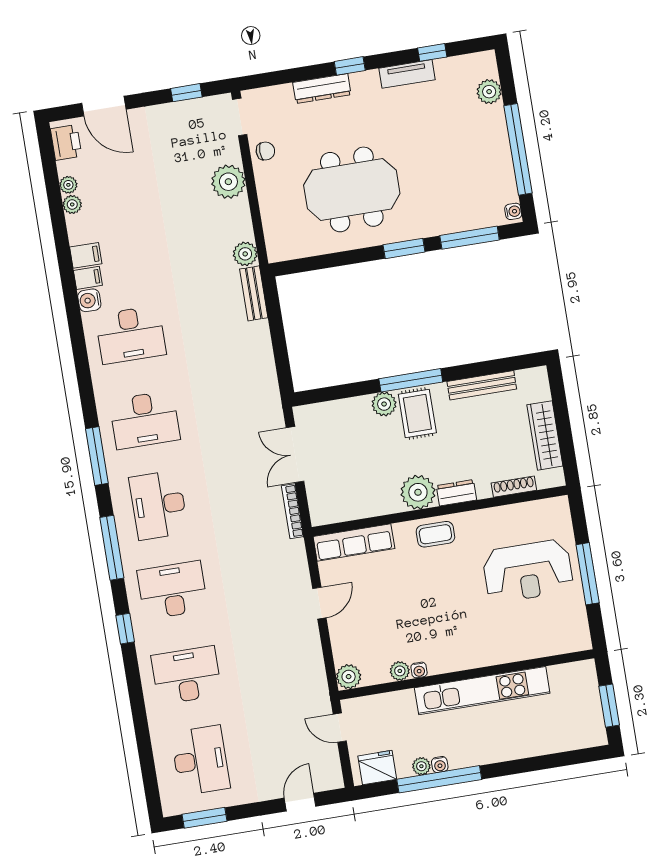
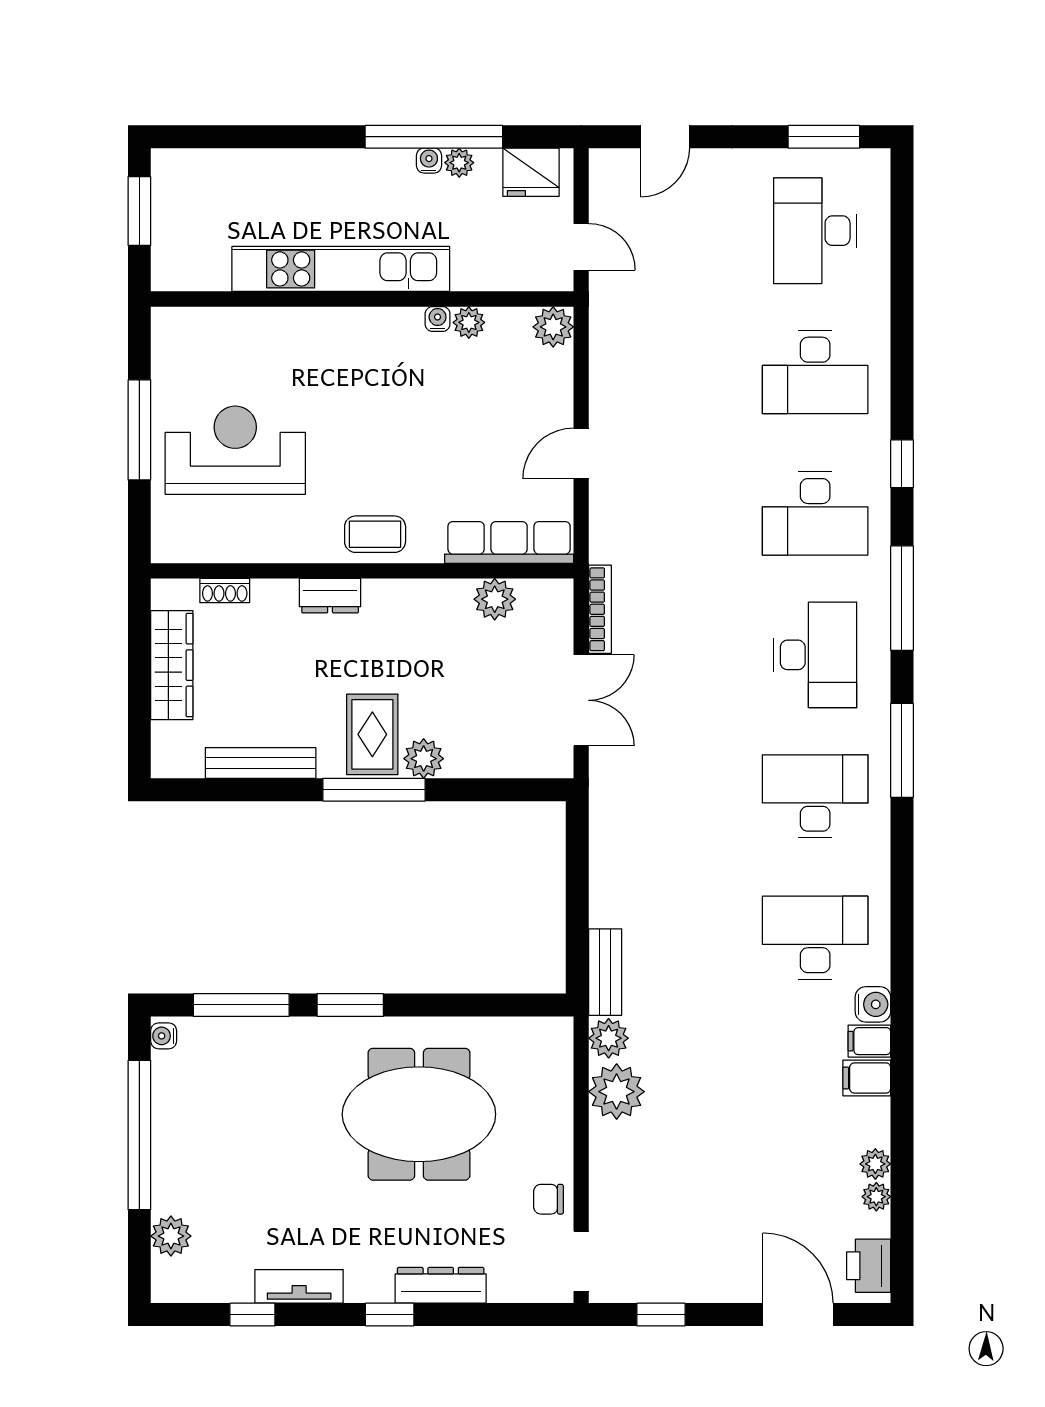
plant: (228, 182) -> (617, 1092), moved
shoe rack: (514, 487) -> (225, 591), width x0.70
plant: (418, 492) -> (495, 599), moved, width x0.73, depth x0.73

